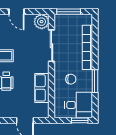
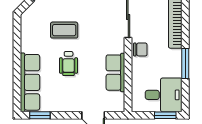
chair: (71, 79) -> (140, 49), moved

